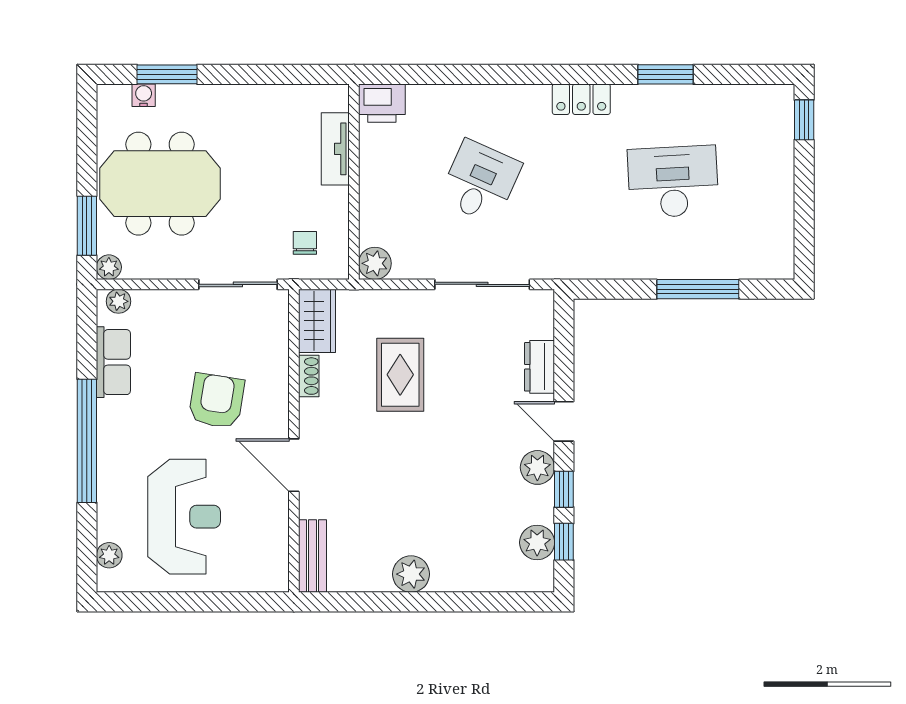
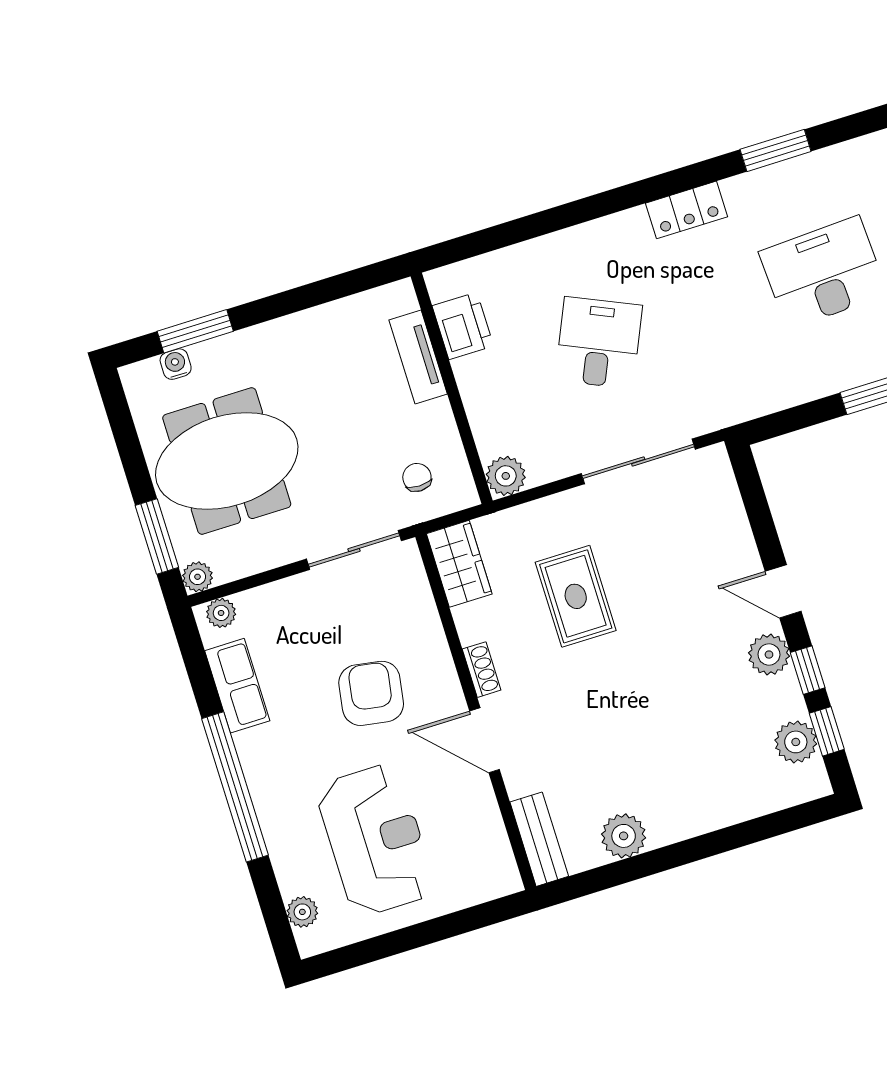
printer: (382, 103) -> (463, 326), moved, turned -90
dresser: (540, 367) -> (735, 537), removed
shoe rack: (309, 376) -> (482, 670), moved
plant: (411, 574) -> (624, 836), moved

